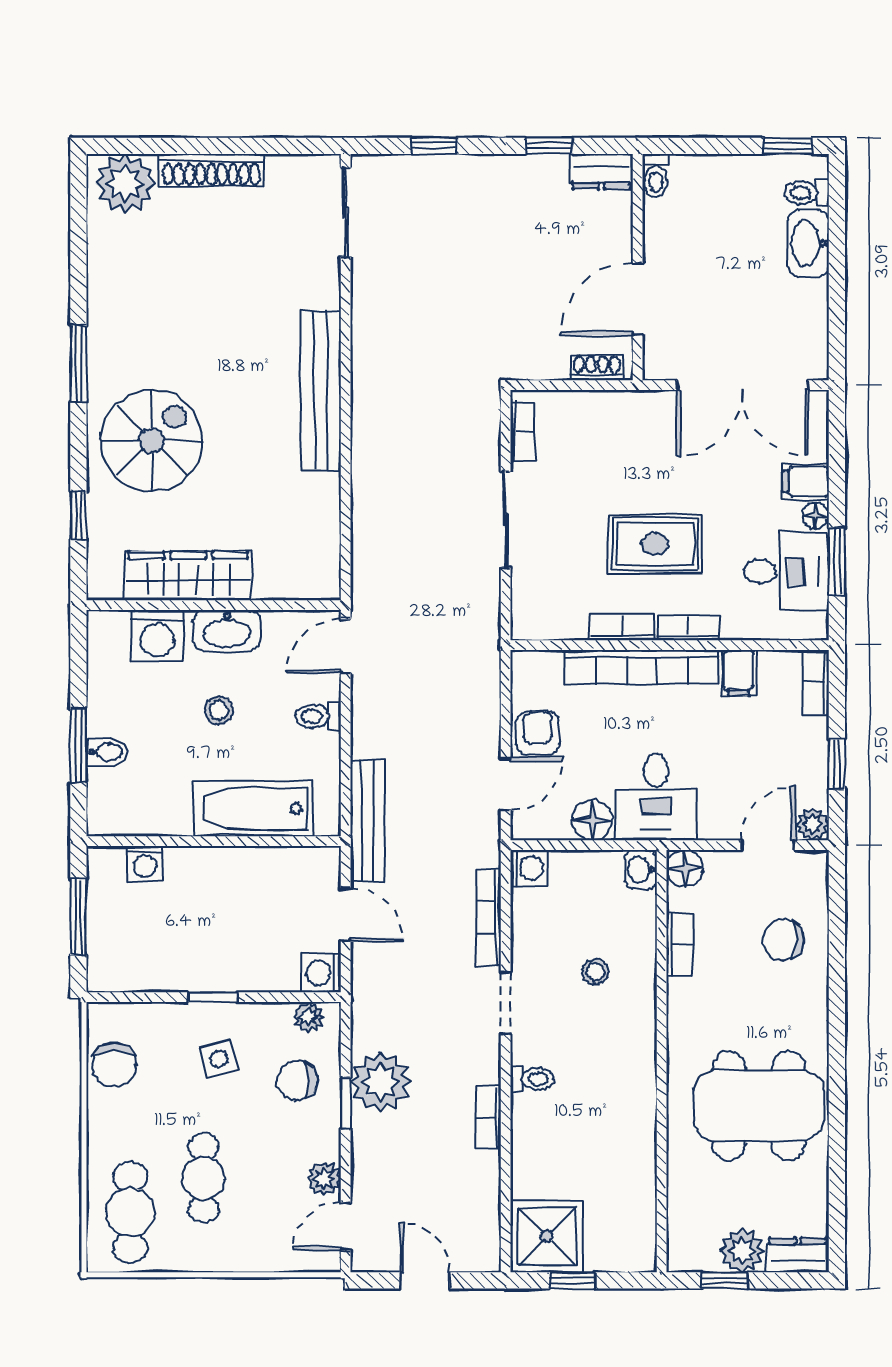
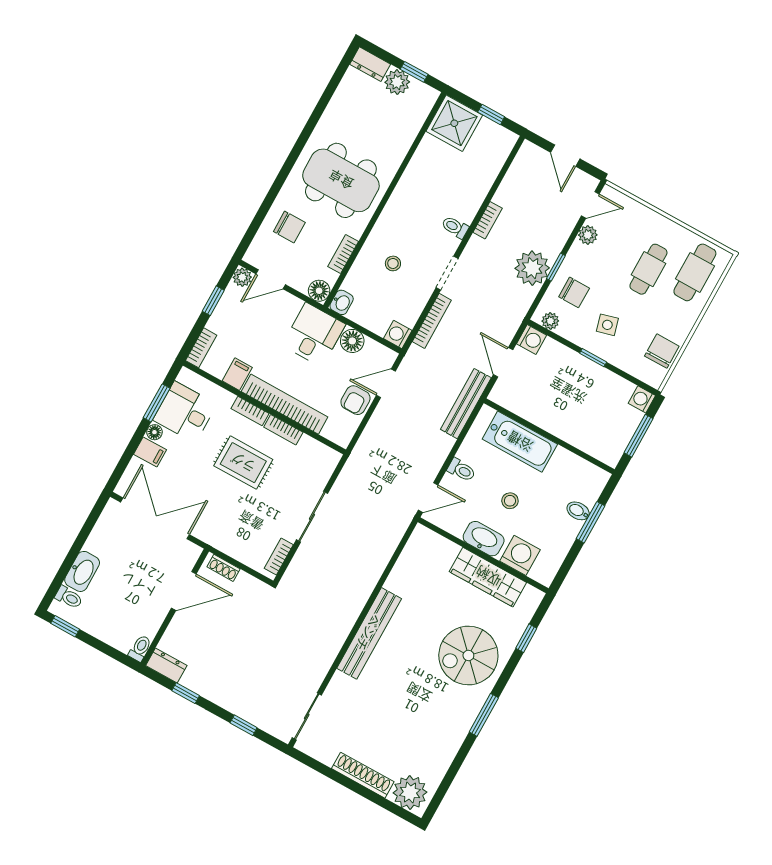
washing machine: (145, 863) -> (642, 399), moved, turned -90
dining table: (759, 1106) -> (341, 180), moved
shower: (547, 1236) -> (454, 123), moved

